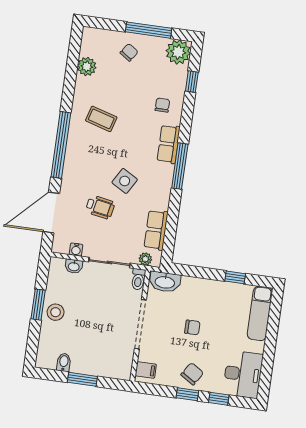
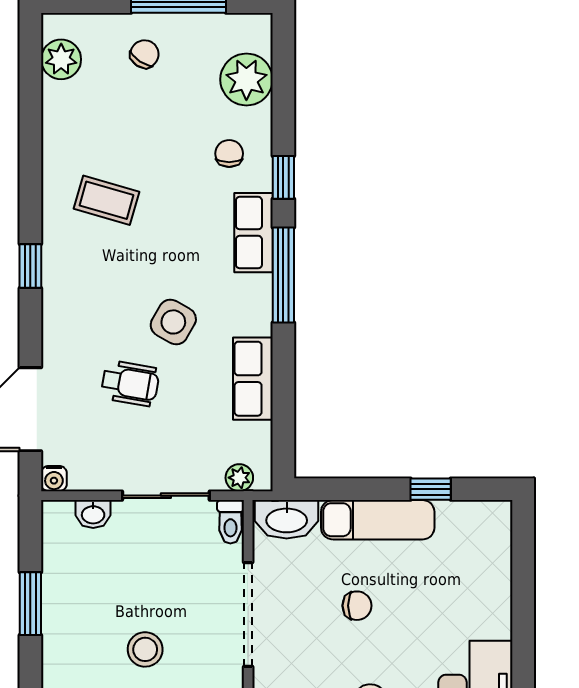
plant: (178, 52) -> (246, 80), moved
plant: (87, 67) -> (61, 59), moved
window: (192, 82) -> (283, 177), moved
window: (61, 145) -> (30, 266), width x0.32
row of seats: (156, 230) -> (253, 379), moved
water cooler: (76, 250) -> (54, 479), moved
stool: (56, 312) -> (145, 649), moved
exam couch: (260, 313) -> (378, 520), moved, turned -90

